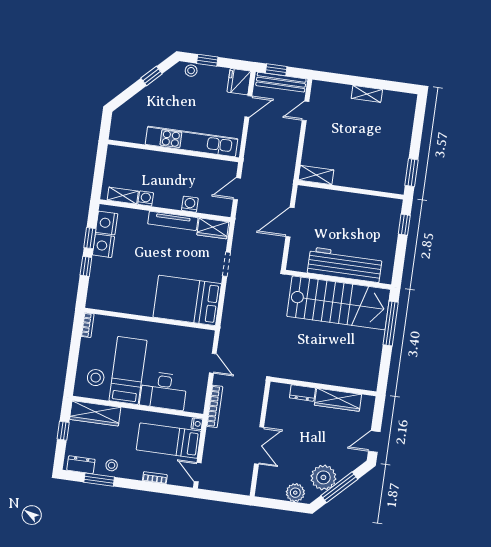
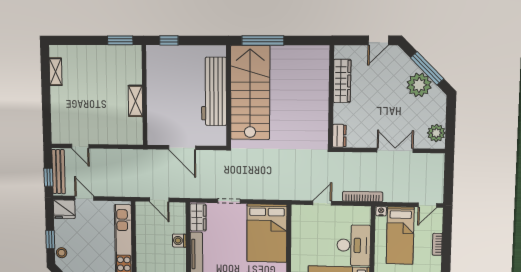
shelving: (367, 94) -> (56, 72), moved
shelving: (316, 175) -> (135, 101), moved
dresser: (302, 393) -> (339, 136), moved
door: (374, 442) -> (378, 40), hinge flipped
plant: (295, 493) -> (436, 133), moved

